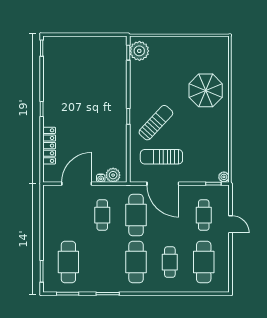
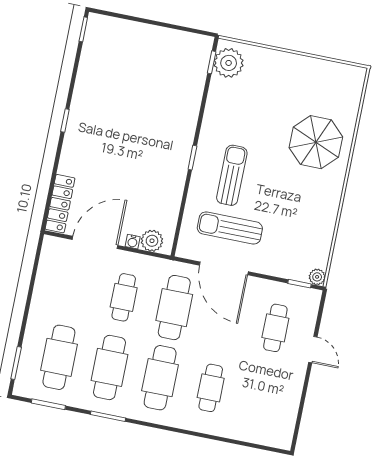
sun lounger: (156, 123) -> (232, 175), turned -43
locker: (49, 146) -> (60, 204), moved
cafe table: (204, 262) -> (110, 367), moved

